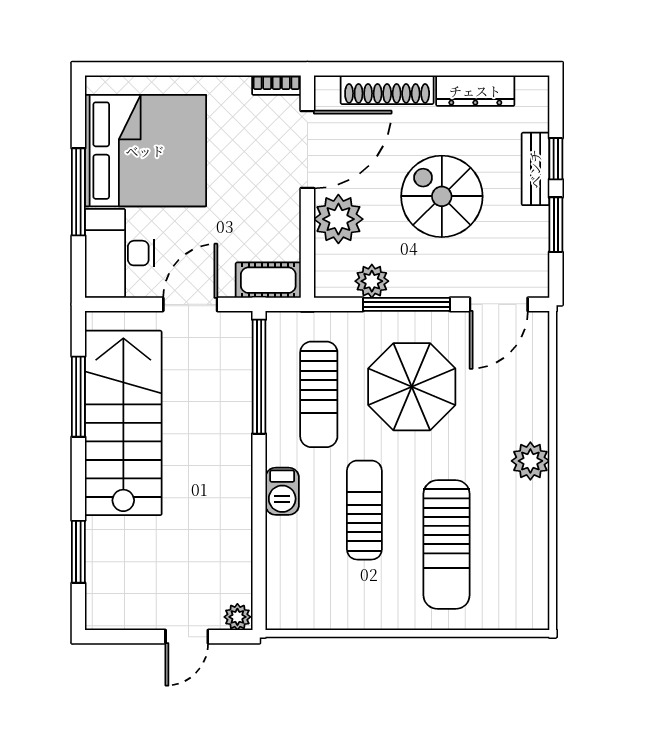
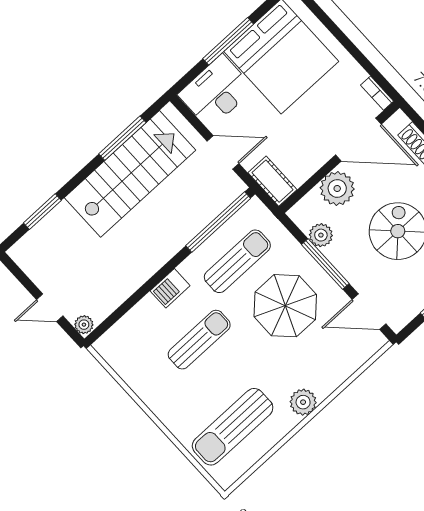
sun lounger: (319, 394) -> (237, 261), turned 180
sun lounger: (447, 545) -> (233, 427), moved

